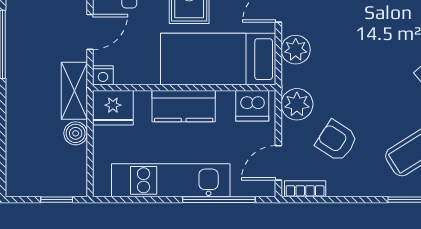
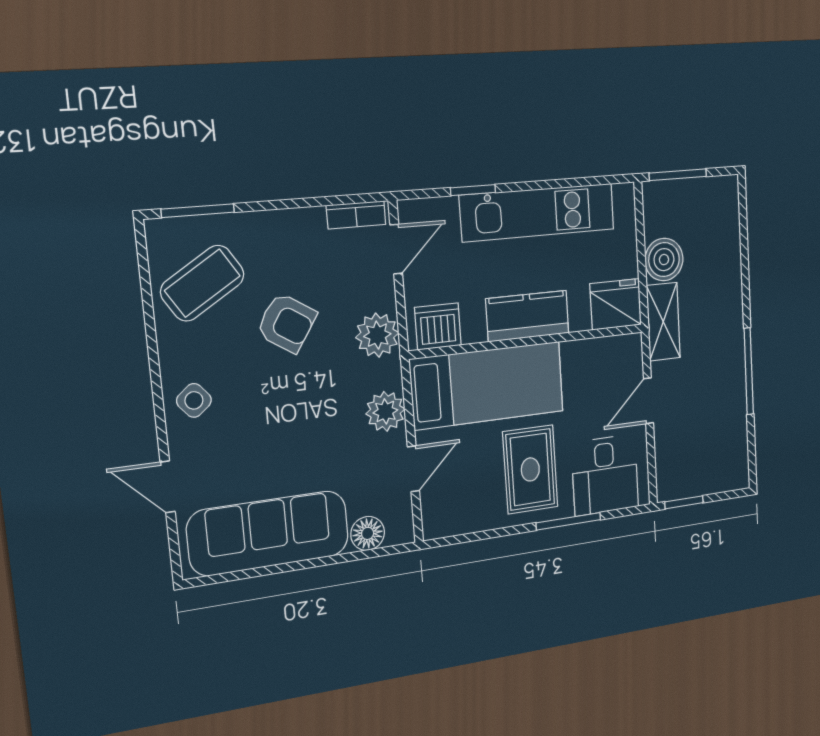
nightstand: (103, 75) -> (630, 346), removed
boiler: (76, 133) -> (664, 260), width x1.36, depth x1.36
armchair: (337, 141) -> (287, 323), moved
window: (57, 200) -> (678, 175), width x1.50
window: (219, 200) -> (473, 190), width x0.46

